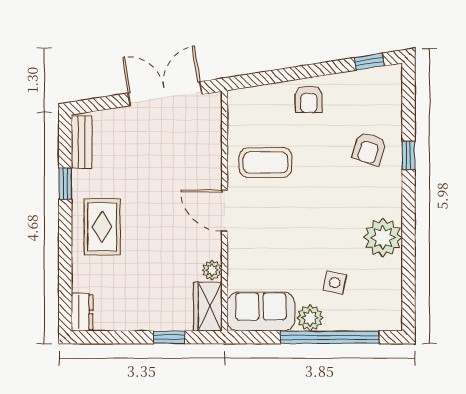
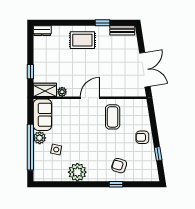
window: (369, 62) -> (158, 154), moved

